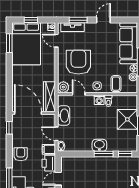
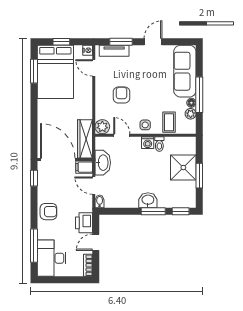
armchair: (78, 62) -> (121, 95), width x0.53, depth x0.53
filing cabinet: (49, 149) -> (84, 167), moved
armchair: (21, 154) -> (48, 212), turned 90

